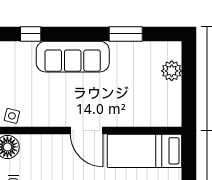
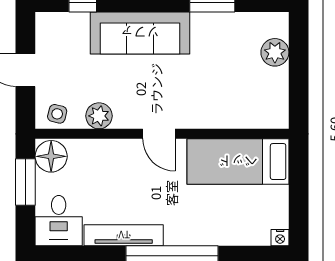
plant: (43, 117) -> (99, 116), added
door: (87, 130) -> (159, 134), width x0.73

